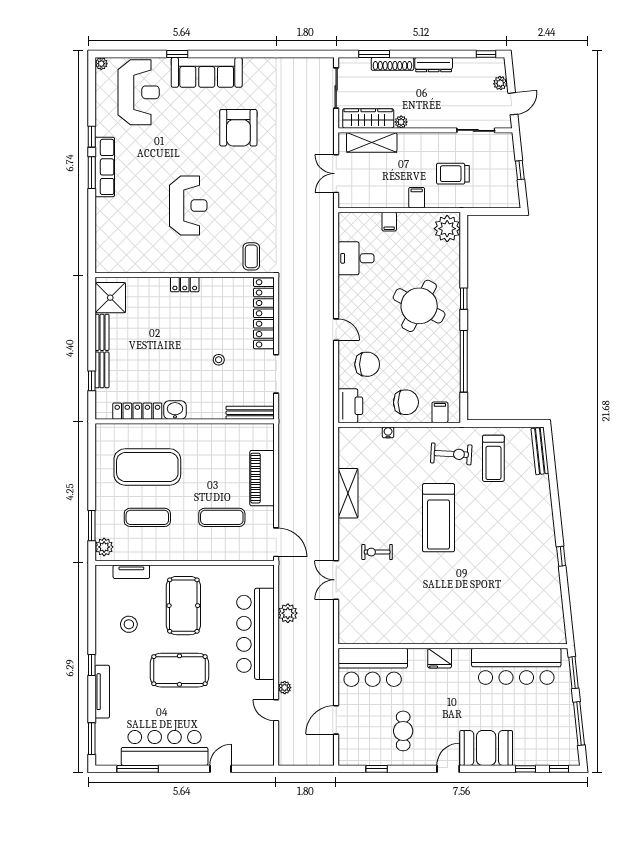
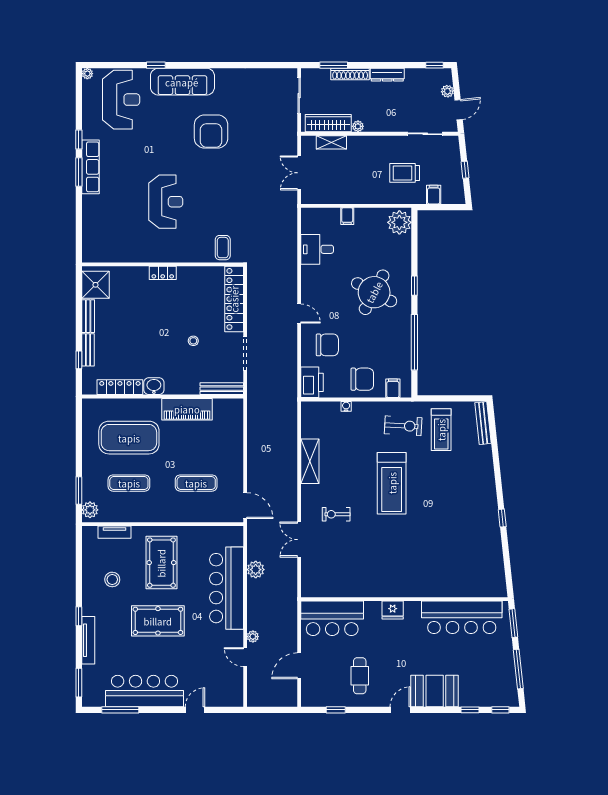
shelving: (372, 142) -> (331, 142), width x0.67, depth x0.75
filing cabinet: (417, 198) -> (434, 195), moved
piano: (262, 478) -> (187, 409), moved, turned -90

